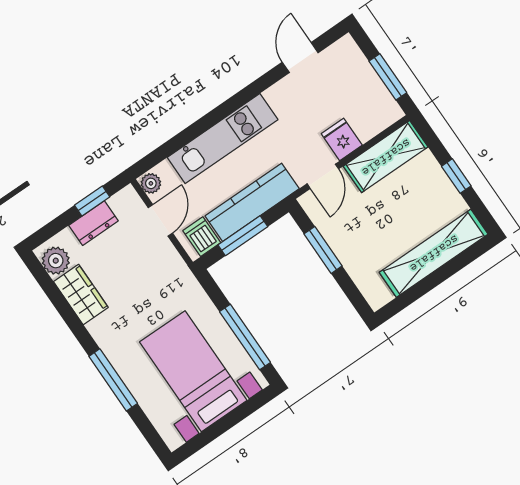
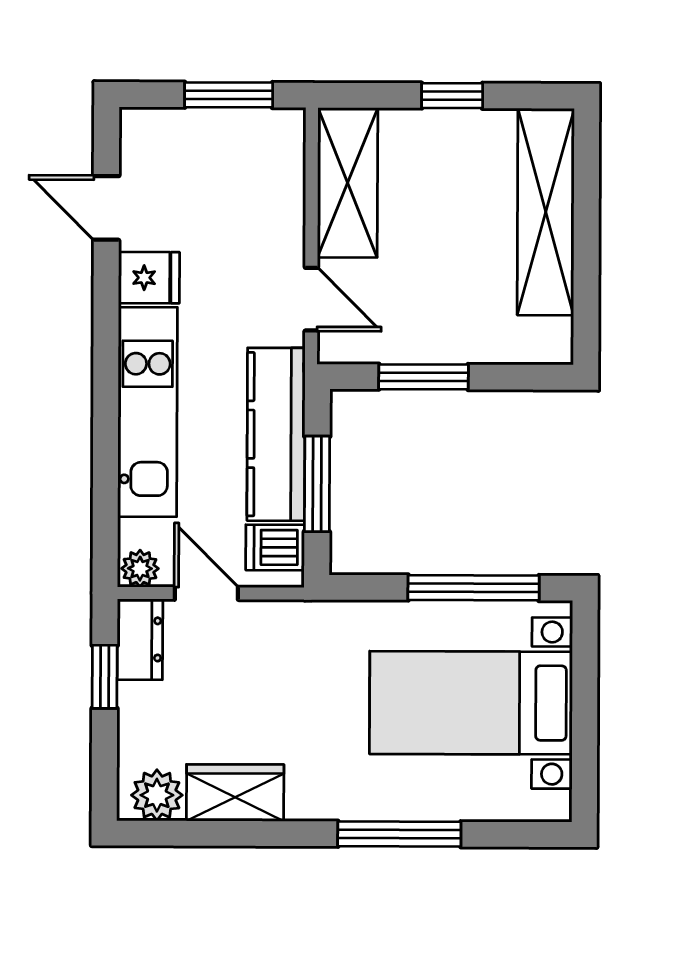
fridge: (342, 139) -> (149, 278), moved, turned 180
dresser: (93, 223) -> (140, 639), moved

